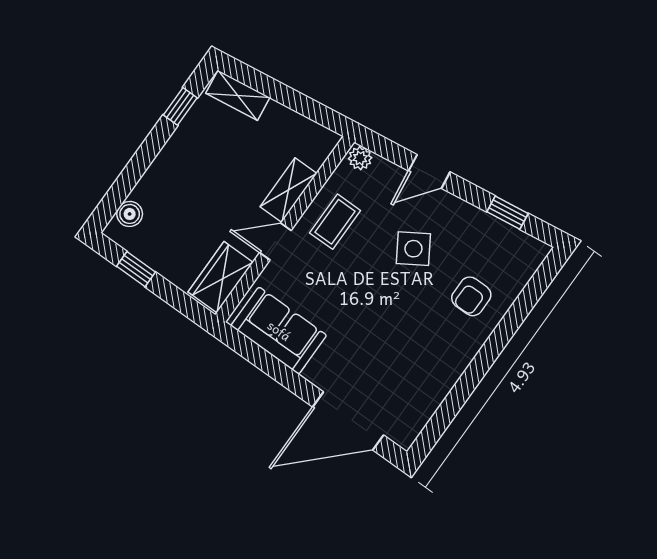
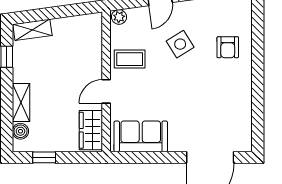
shelving: (288, 190) -> (21, 103), moved
coffee table: (335, 222) -> (130, 59), turned 90

